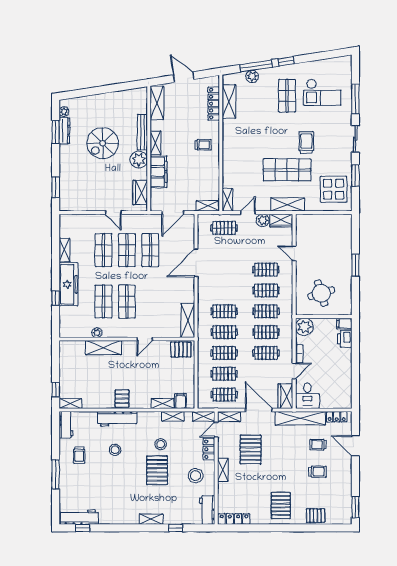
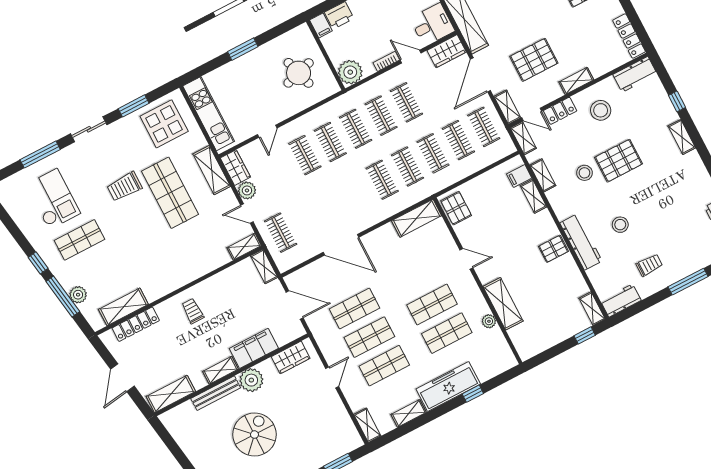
spiral stairs: (103, 143) -> (254, 435), turned -90
shelving: (71, 219) -> (367, 425), added
kitchen unit: (325, 222) -> (209, 114), added

